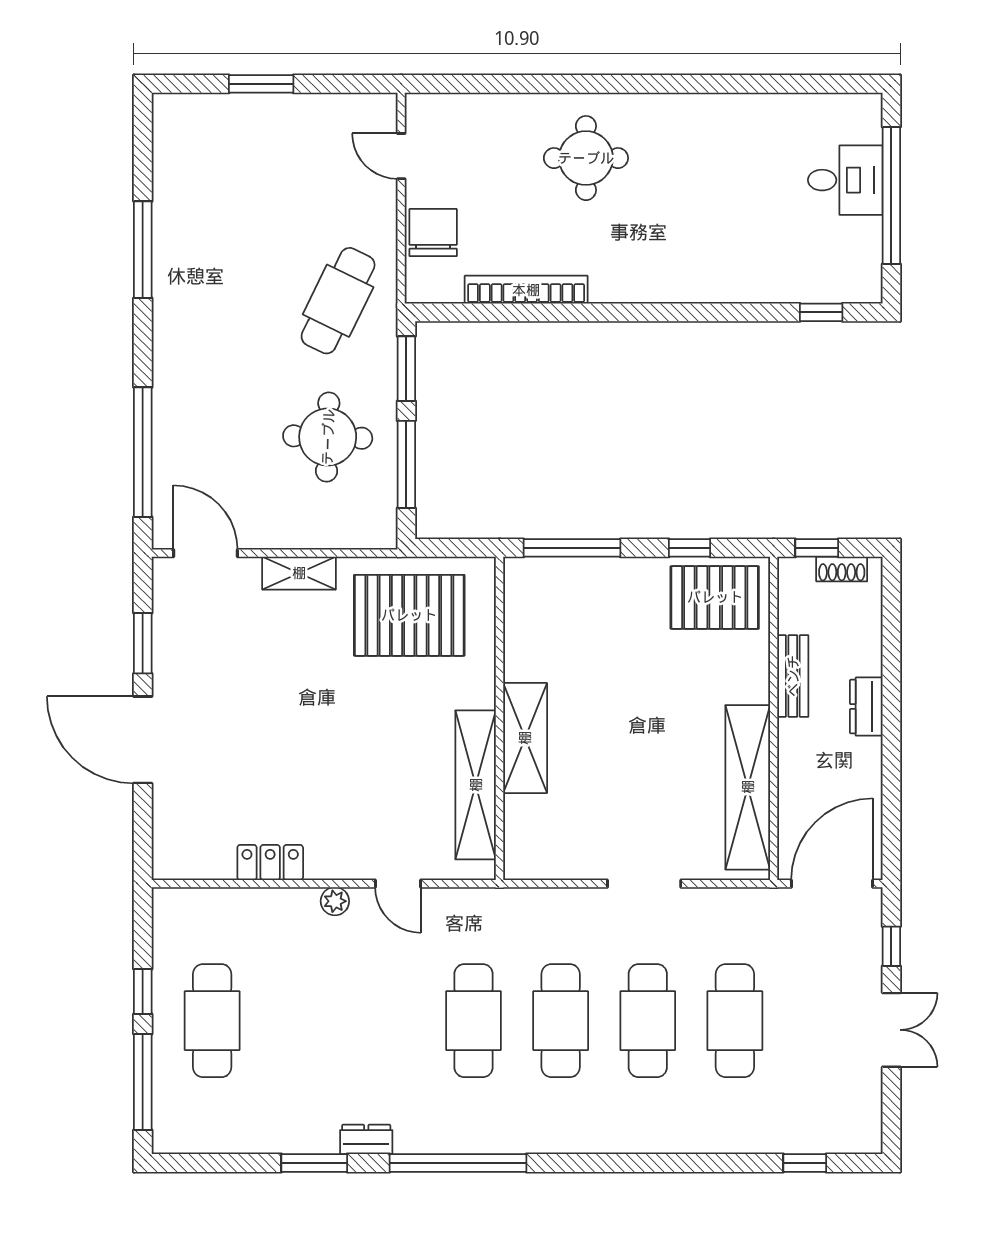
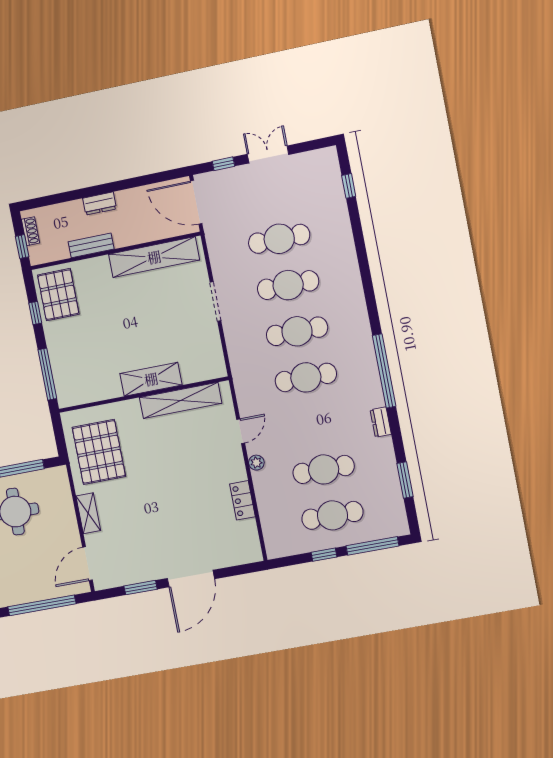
cafe table: (299, 1021) -> (324, 469), added
window: (314, 1163) -> (405, 480), moved

